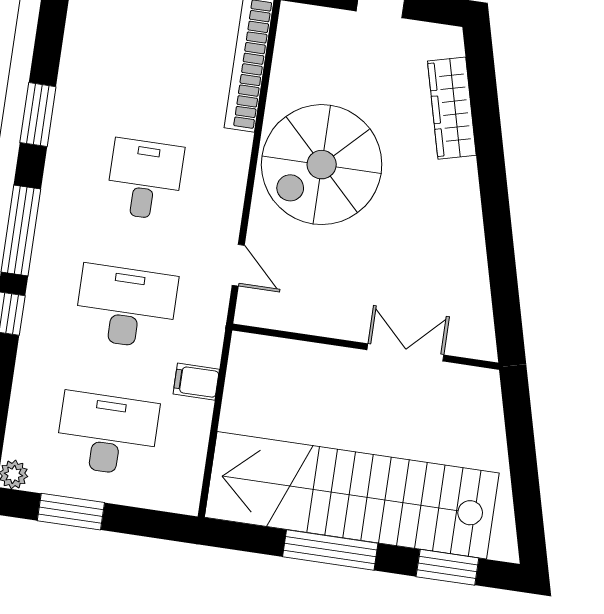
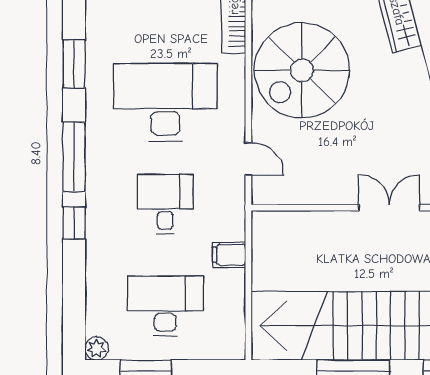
desk: (145, 179) -> (165, 102), width x1.87, depth x1.30
desk: (126, 307) -> (165, 204), width x0.73

